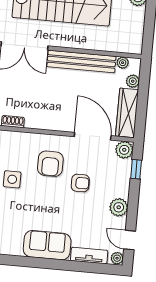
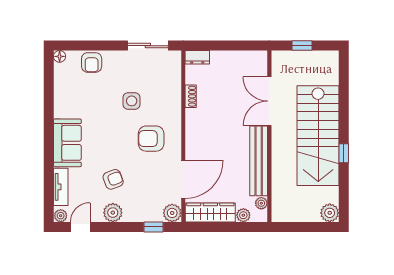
armchair: (80, 183) -> (113, 179), moved, turned -111

